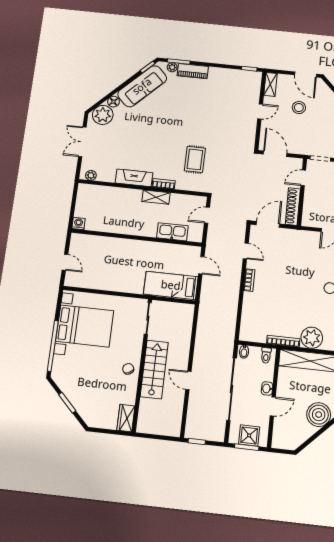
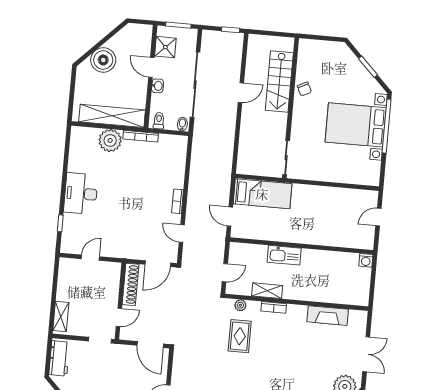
plant: (91, 175) -> (240, 305), moved
fireplace: (134, 178) -> (328, 316), moved
shelving: (156, 197) -> (267, 291), moved
kitchen sink: (172, 232) -> (284, 255), moved
door: (65, 262) -> (378, 217), hinge flipped
bed with nightstands: (85, 326) -> (356, 125), moved
chair: (128, 369) -> (304, 89), moved
stairs: (154, 370) -> (279, 82), moved
door: (188, 380) -> (241, 93), hinge flipped
door: (273, 406) -> (151, 67), hinge flipped
wardrobe: (126, 418) -> (306, 52), removed
shower: (249, 435) -> (165, 47), moved

